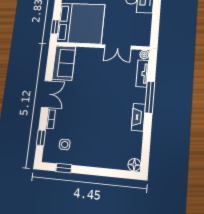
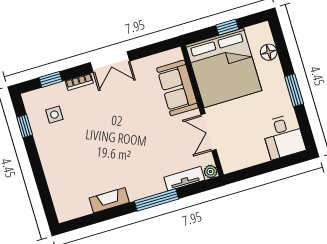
window: (55, 27) -> (227, 27), moved
sofa: (64, 63) -> (178, 88), moved, turned 90
fireplace: (138, 117) -> (109, 200), moved
floor lamp: (134, 165) -> (64, 213), removed

